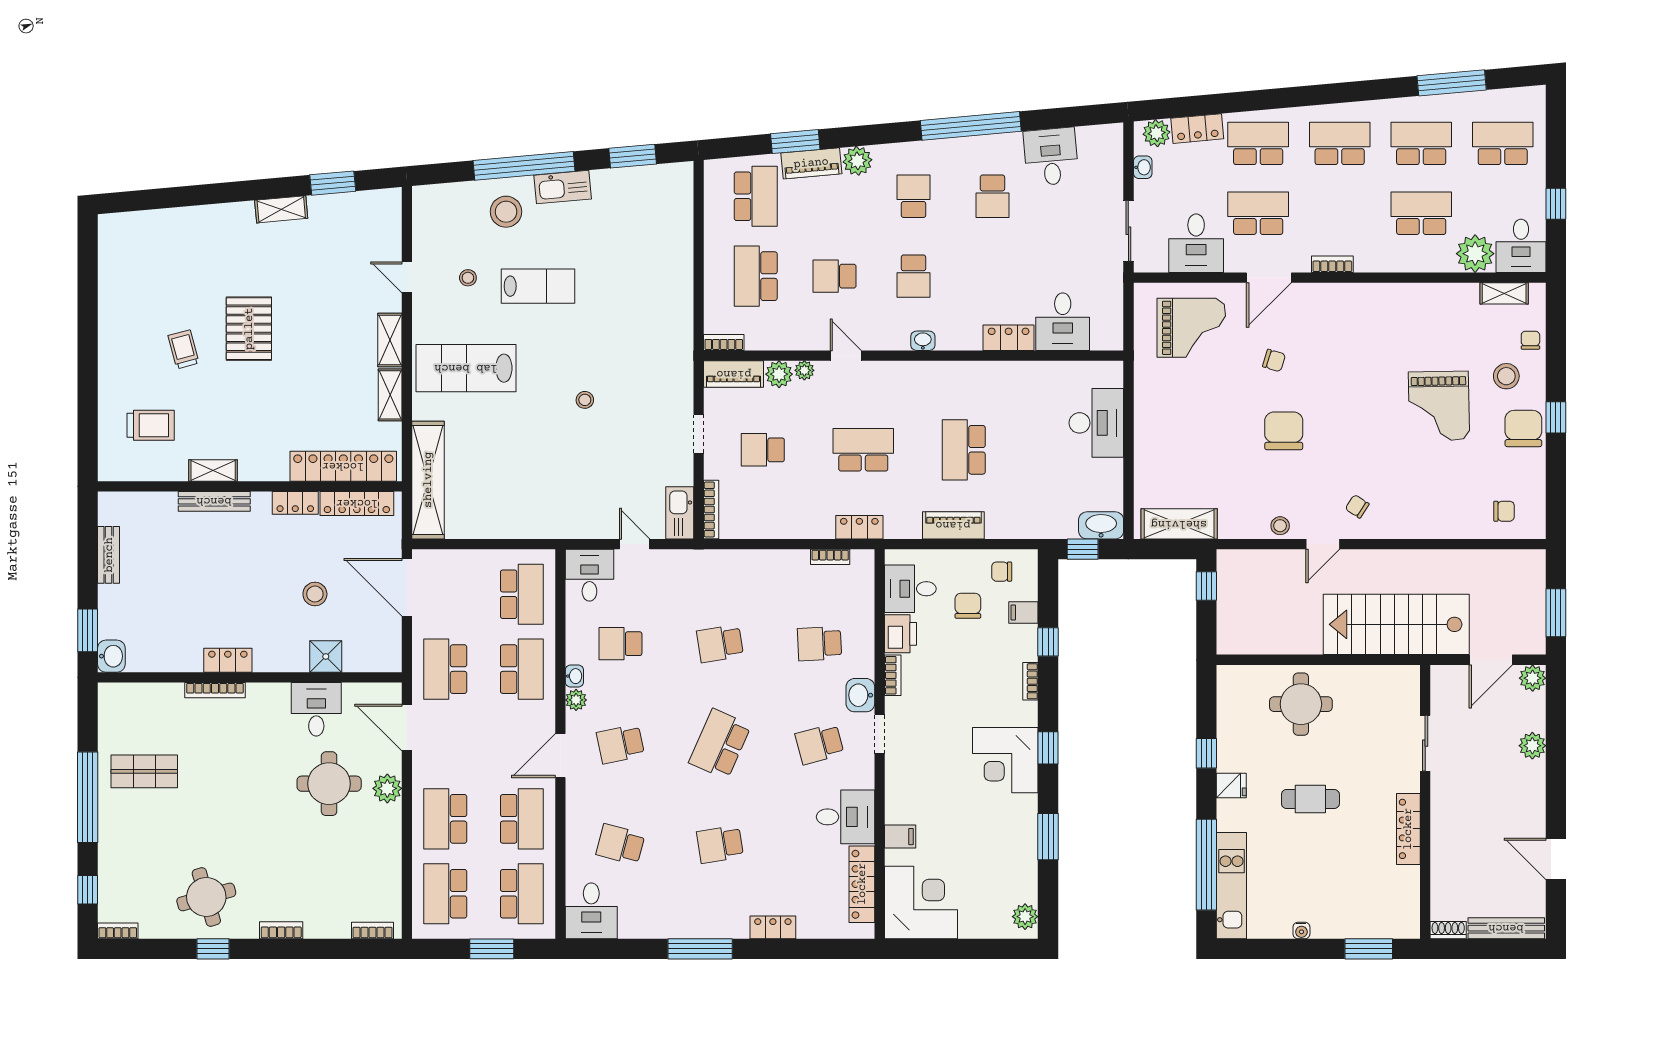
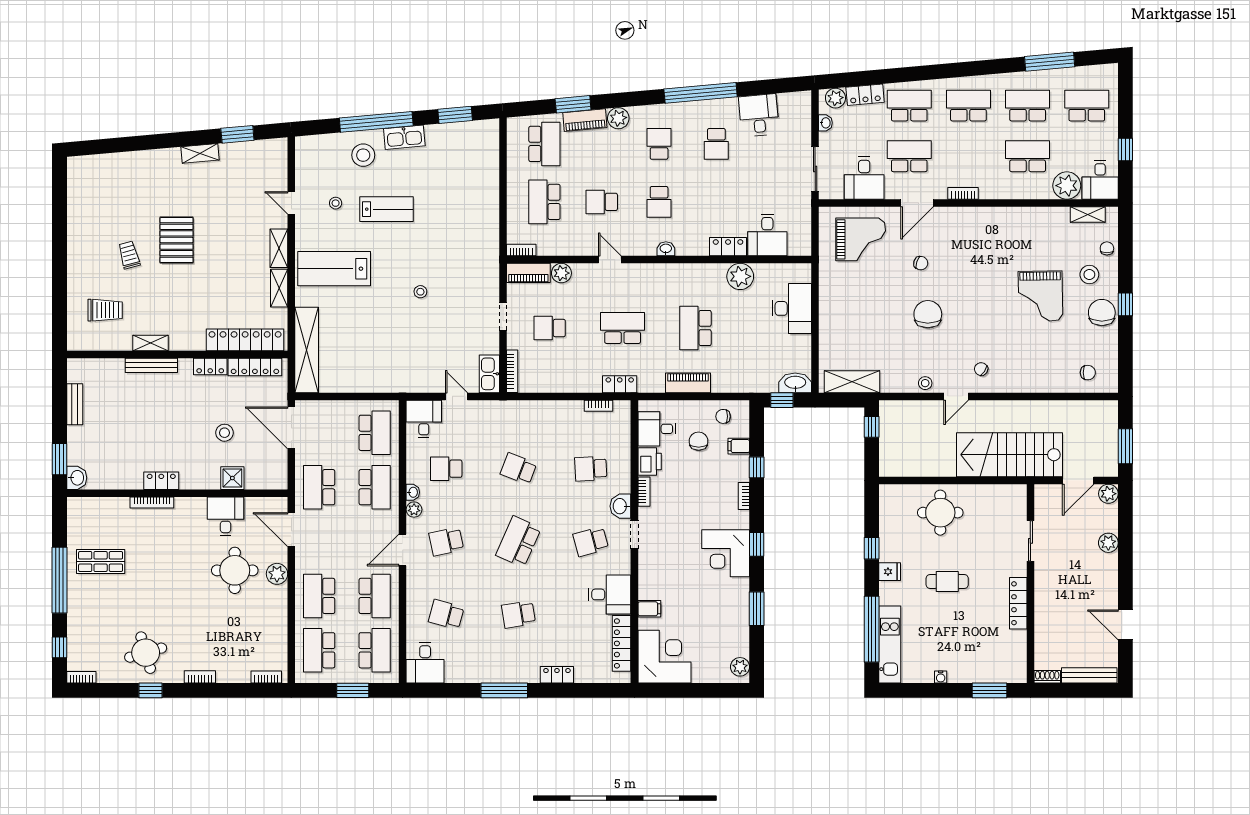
plant: (804, 370) -> (740, 276), moved, width x1.87, depth x1.87
school desk: (720, 644) -> (518, 469), turned 30

